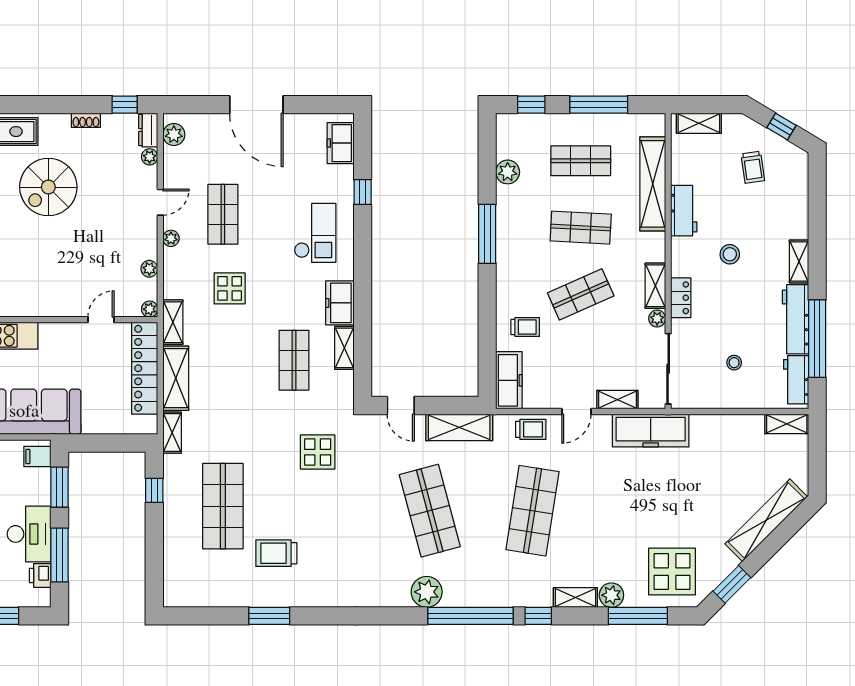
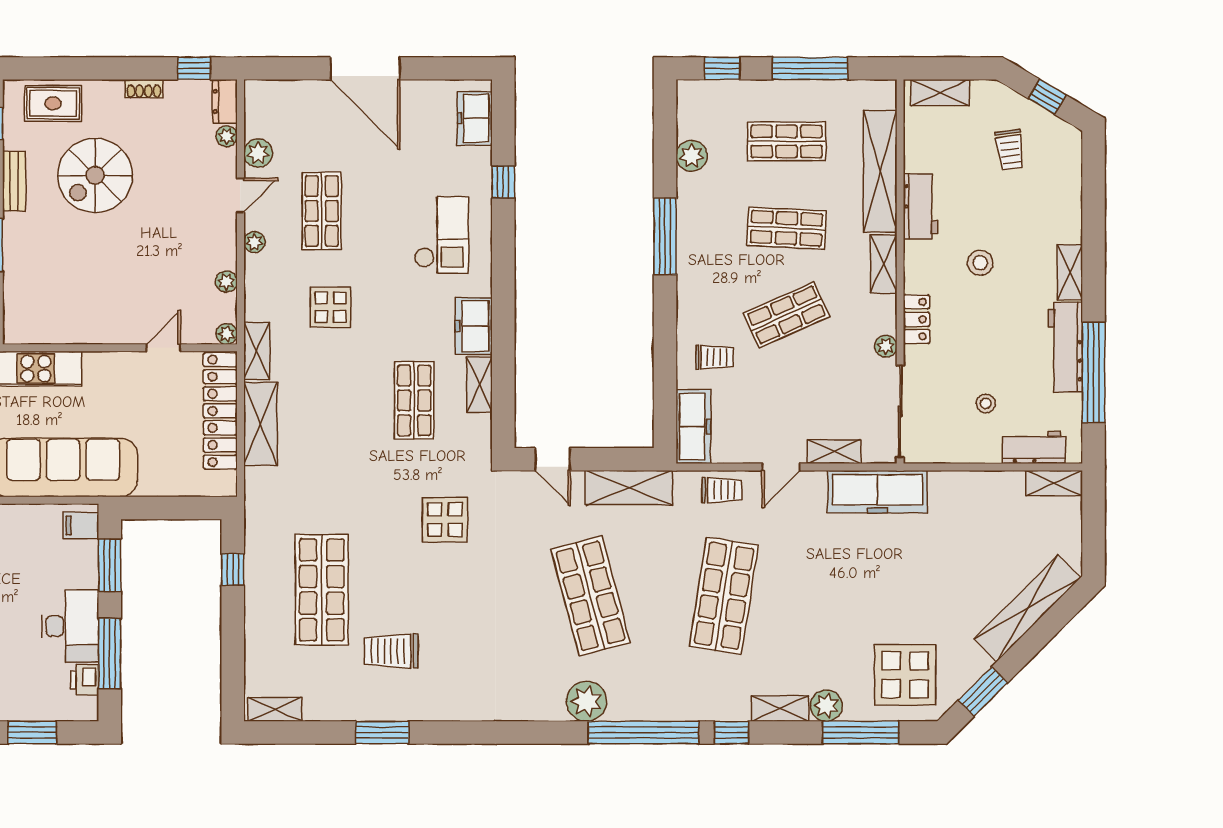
plant: (174, 135) -> (258, 153), moved
shelving: (655, 286) -> (884, 264), moved
workbench: (796, 380) -> (1034, 447), moved, turned 90
shelving: (172, 433) -> (275, 709), moved, turned 90

